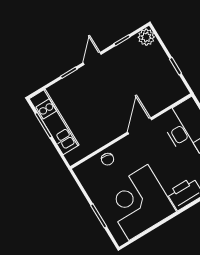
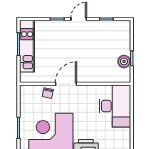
plant: (146, 37) -> (124, 61), moved
door: (140, 126) -> (66, 84), moved

